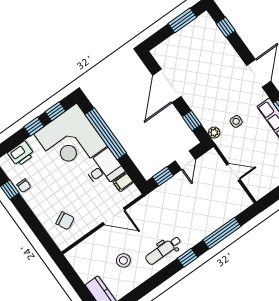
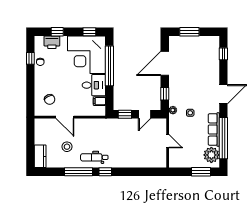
window: (182, 20) -> (189, 32), moved
window: (34, 127) -> (57, 32), moved
door: (114, 216) -> (65, 117), moved
window: (222, 233) -> (79, 172), moved

